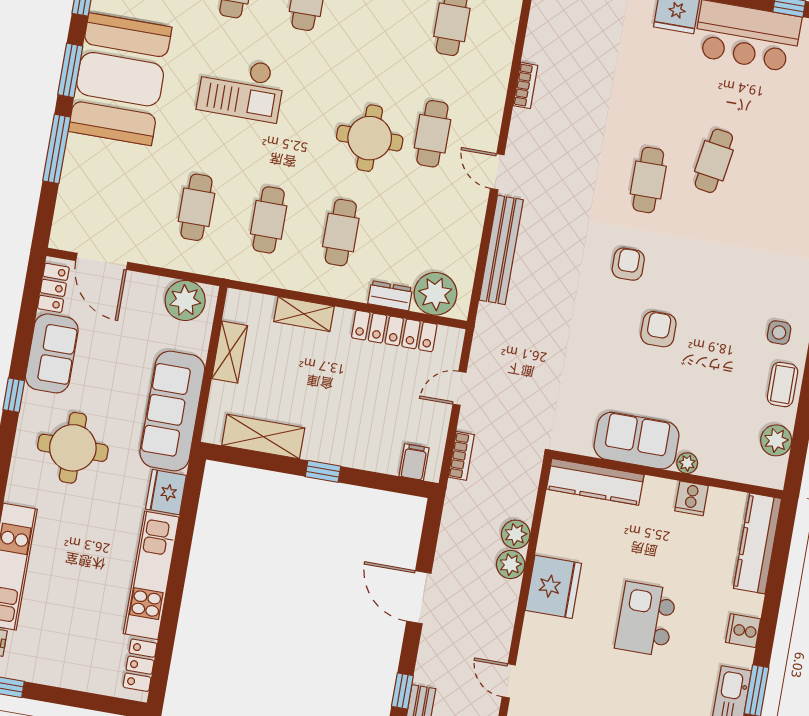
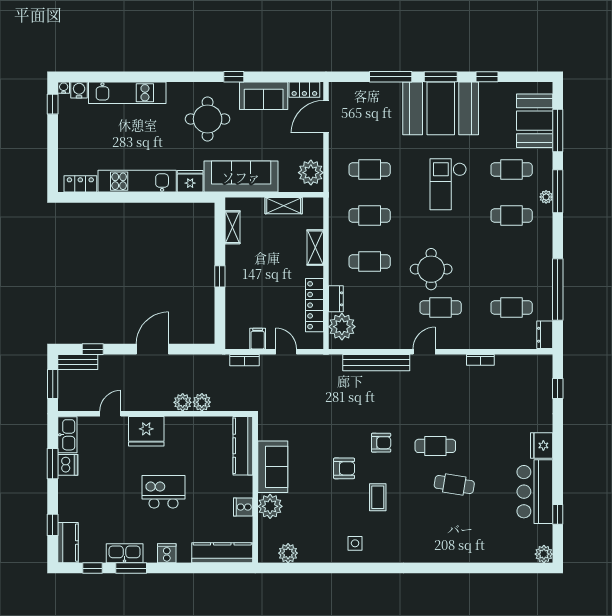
coffee table: (782, 384) -> (378, 497), moved, turned 90
shelving: (263, 437) -> (233, 227), width x0.67, depth x0.75
filing cabinet: (414, 462) -> (258, 339), moved, turned -90
plant: (687, 463) -> (270, 506), width x1.87, depth x1.87
fridge: (553, 587) -> (146, 431), moved

